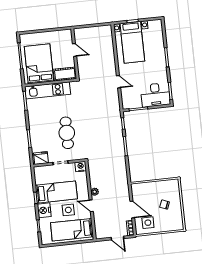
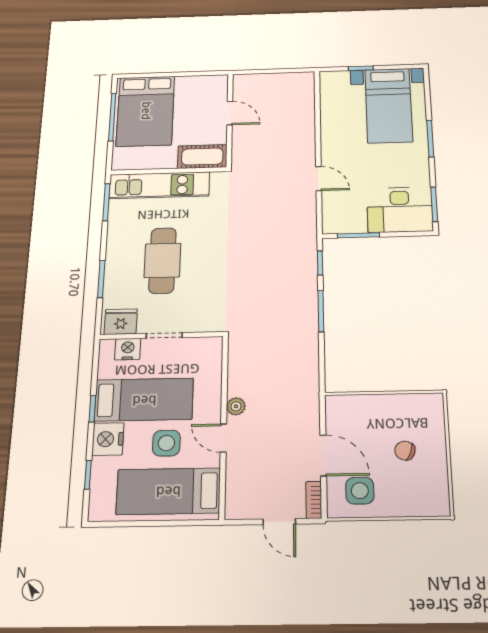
bed with nightstands: (132, 42) -> (389, 105), moved
bed: (39, 64) -> (146, 111), moved, turned 180
cafe table: (67, 133) -> (162, 260), moved
nightstand: (81, 167) -> (128, 349), moved

